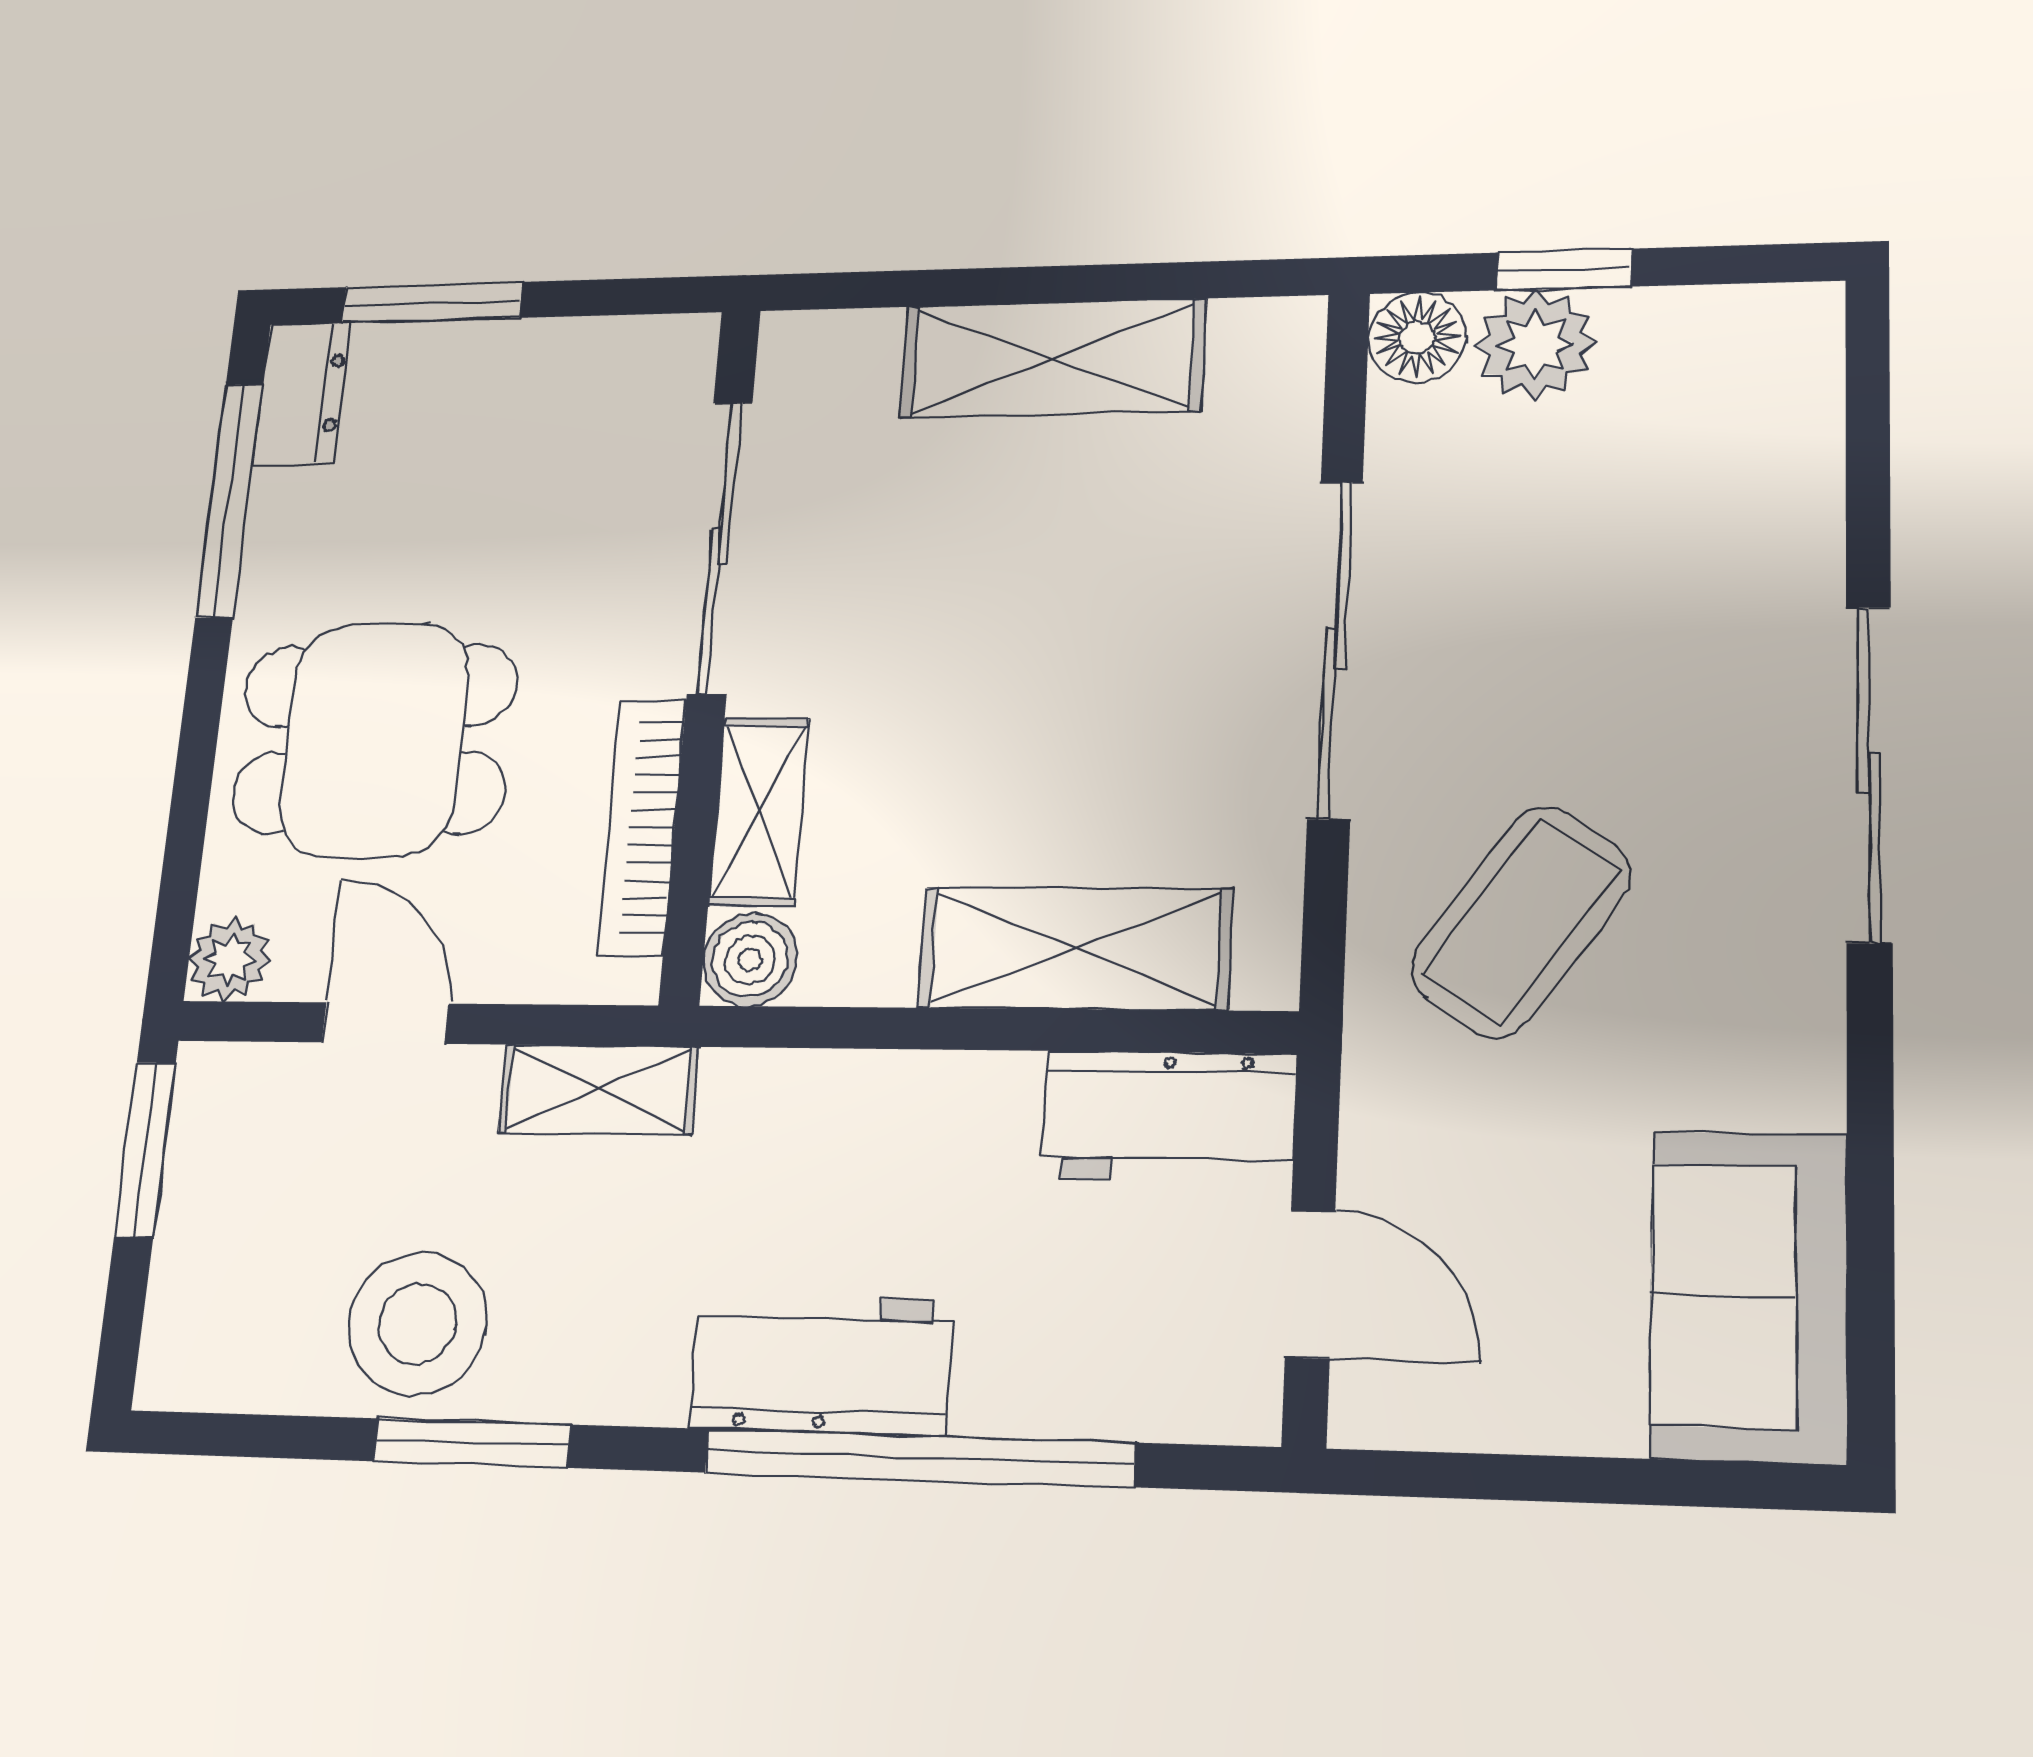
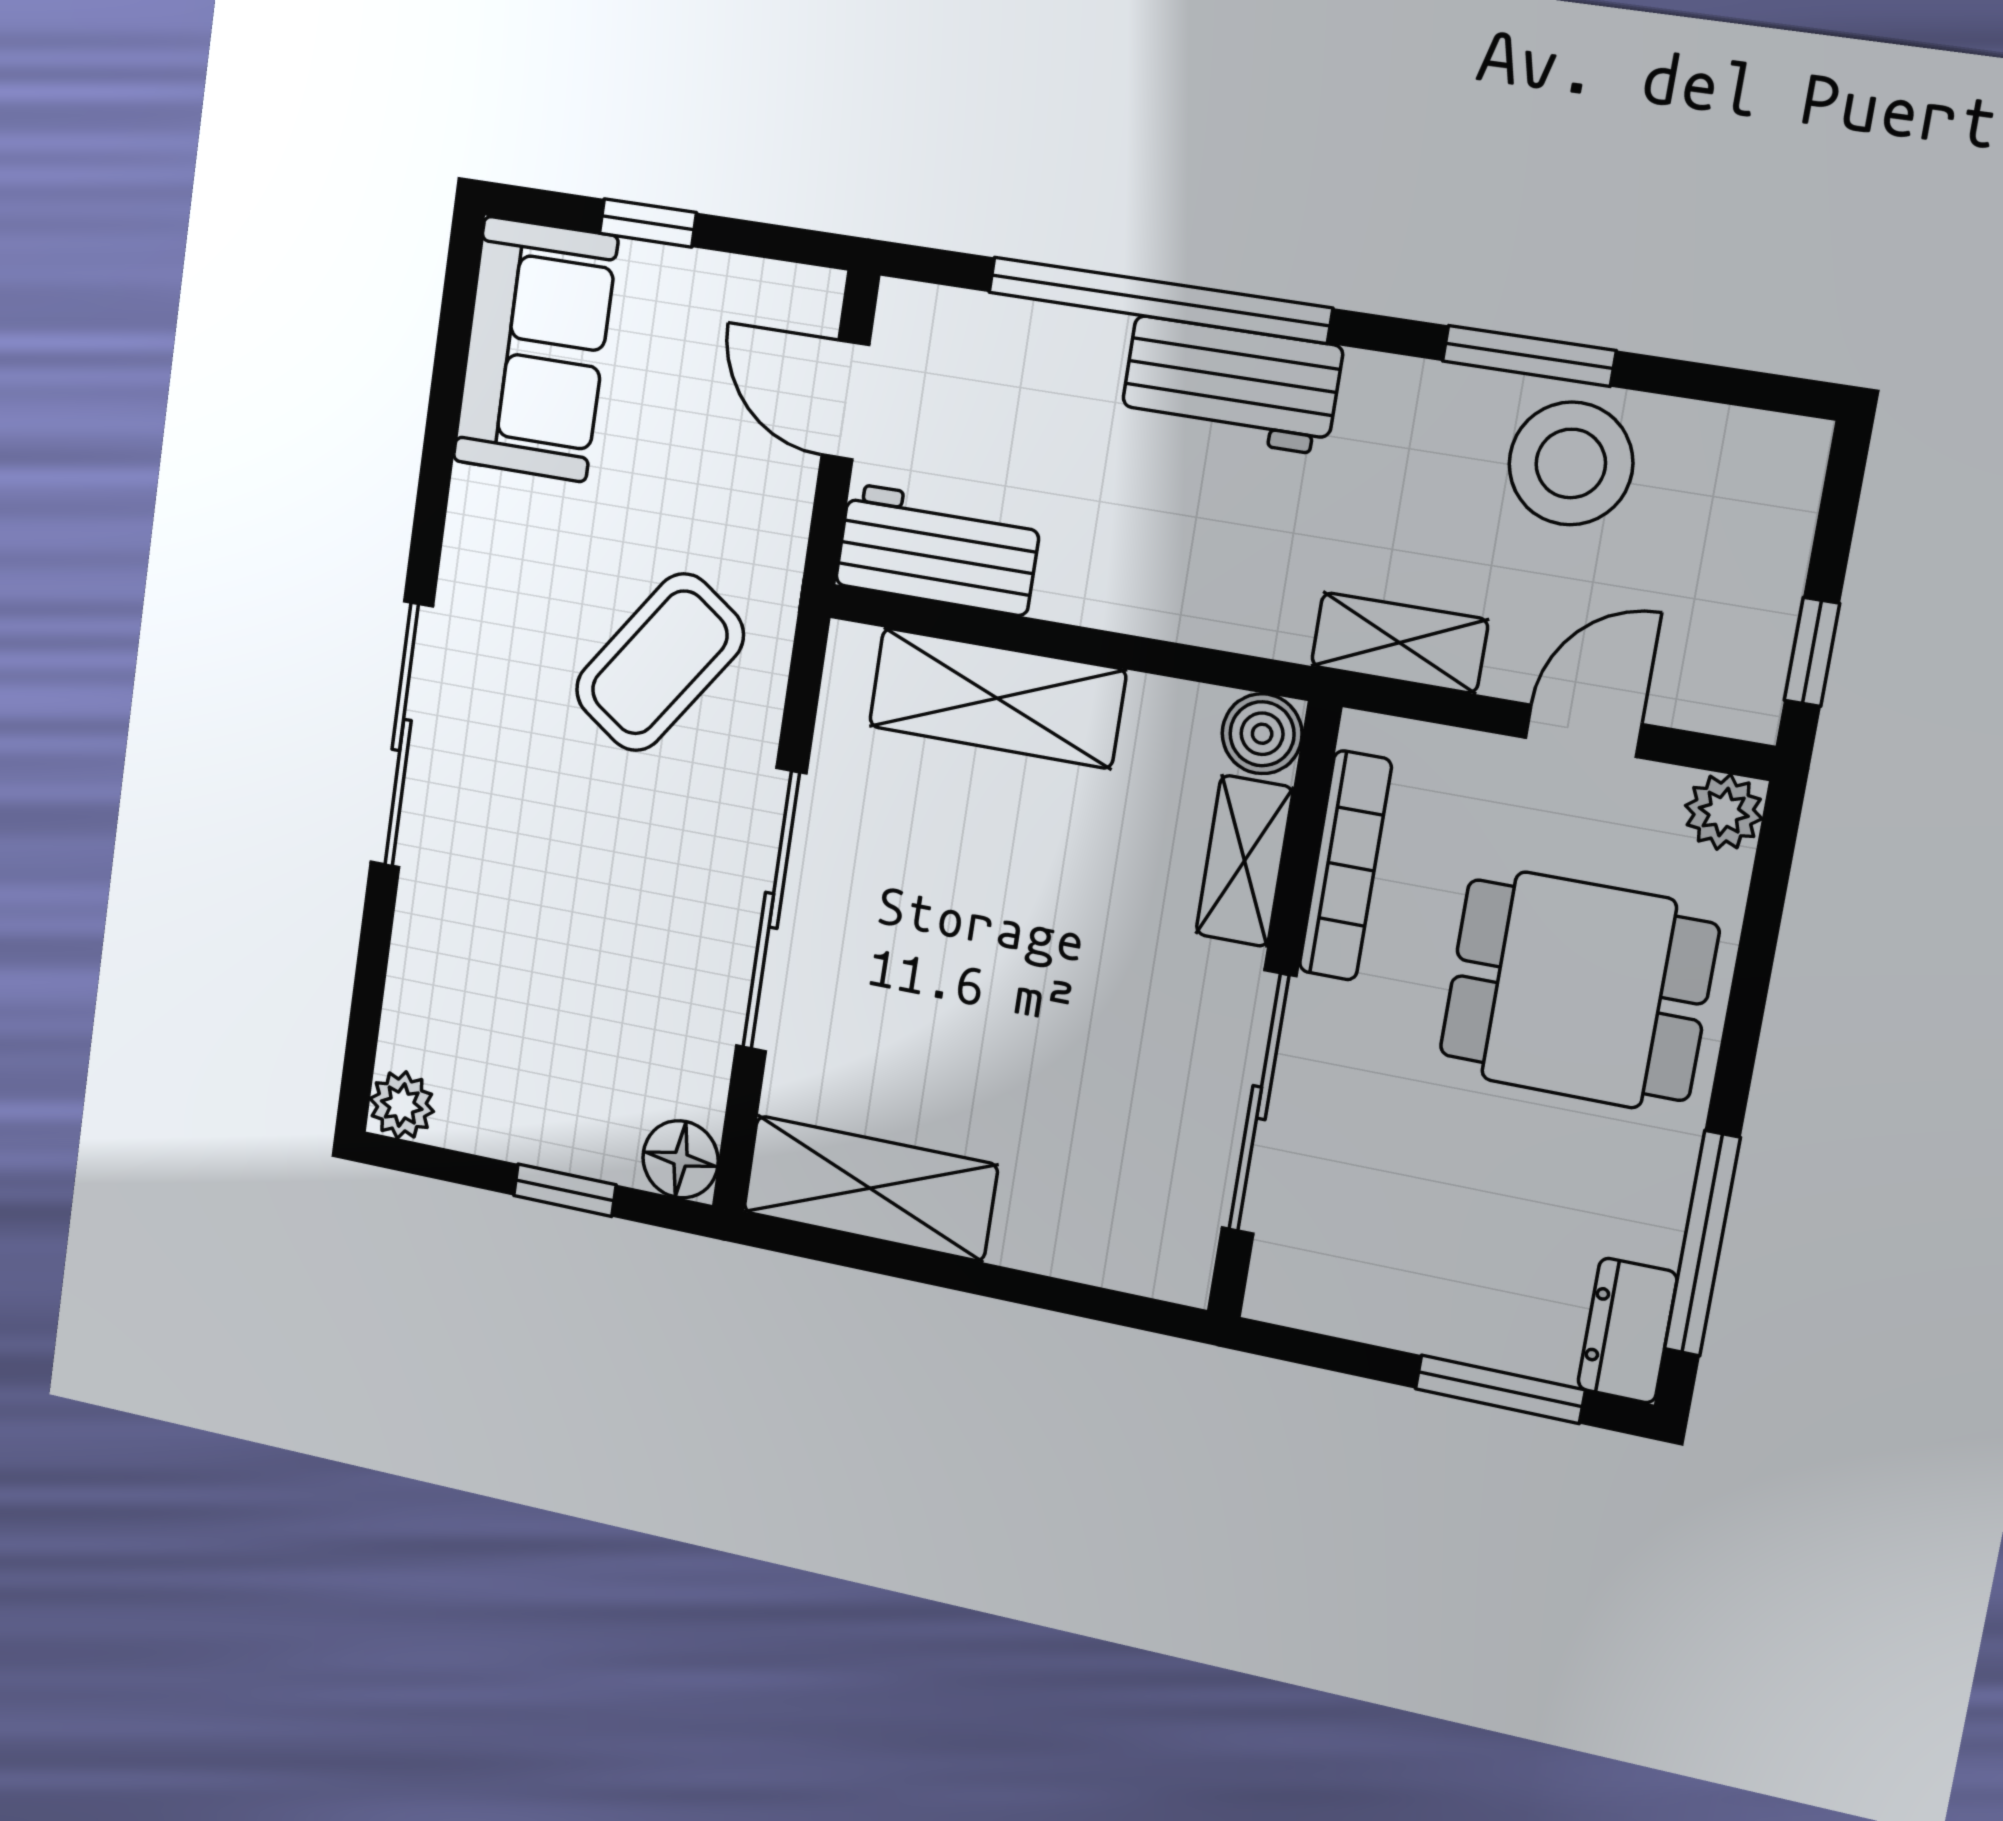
plant: (1535, 344) -> (402, 1105), moved, width x0.73, depth x0.73
shelving: (1052, 358) -> (870, 1188), moved
door: (385, 1023) -> (1584, 731), swing flipped
window: (145, 1149) -> (1812, 652), width x0.67
window: (1610, 1481) -> (648, 223), added

